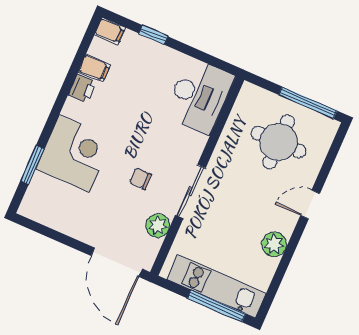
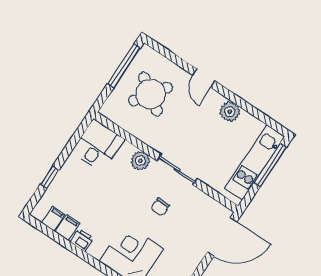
filing cabinet: (110, 31) -> (53, 219), moved
desk: (199, 96) -> (98, 146), width x0.73
round table: (279, 142) -> (151, 94), turned 35
plant: (158, 226) -> (140, 161), moved

